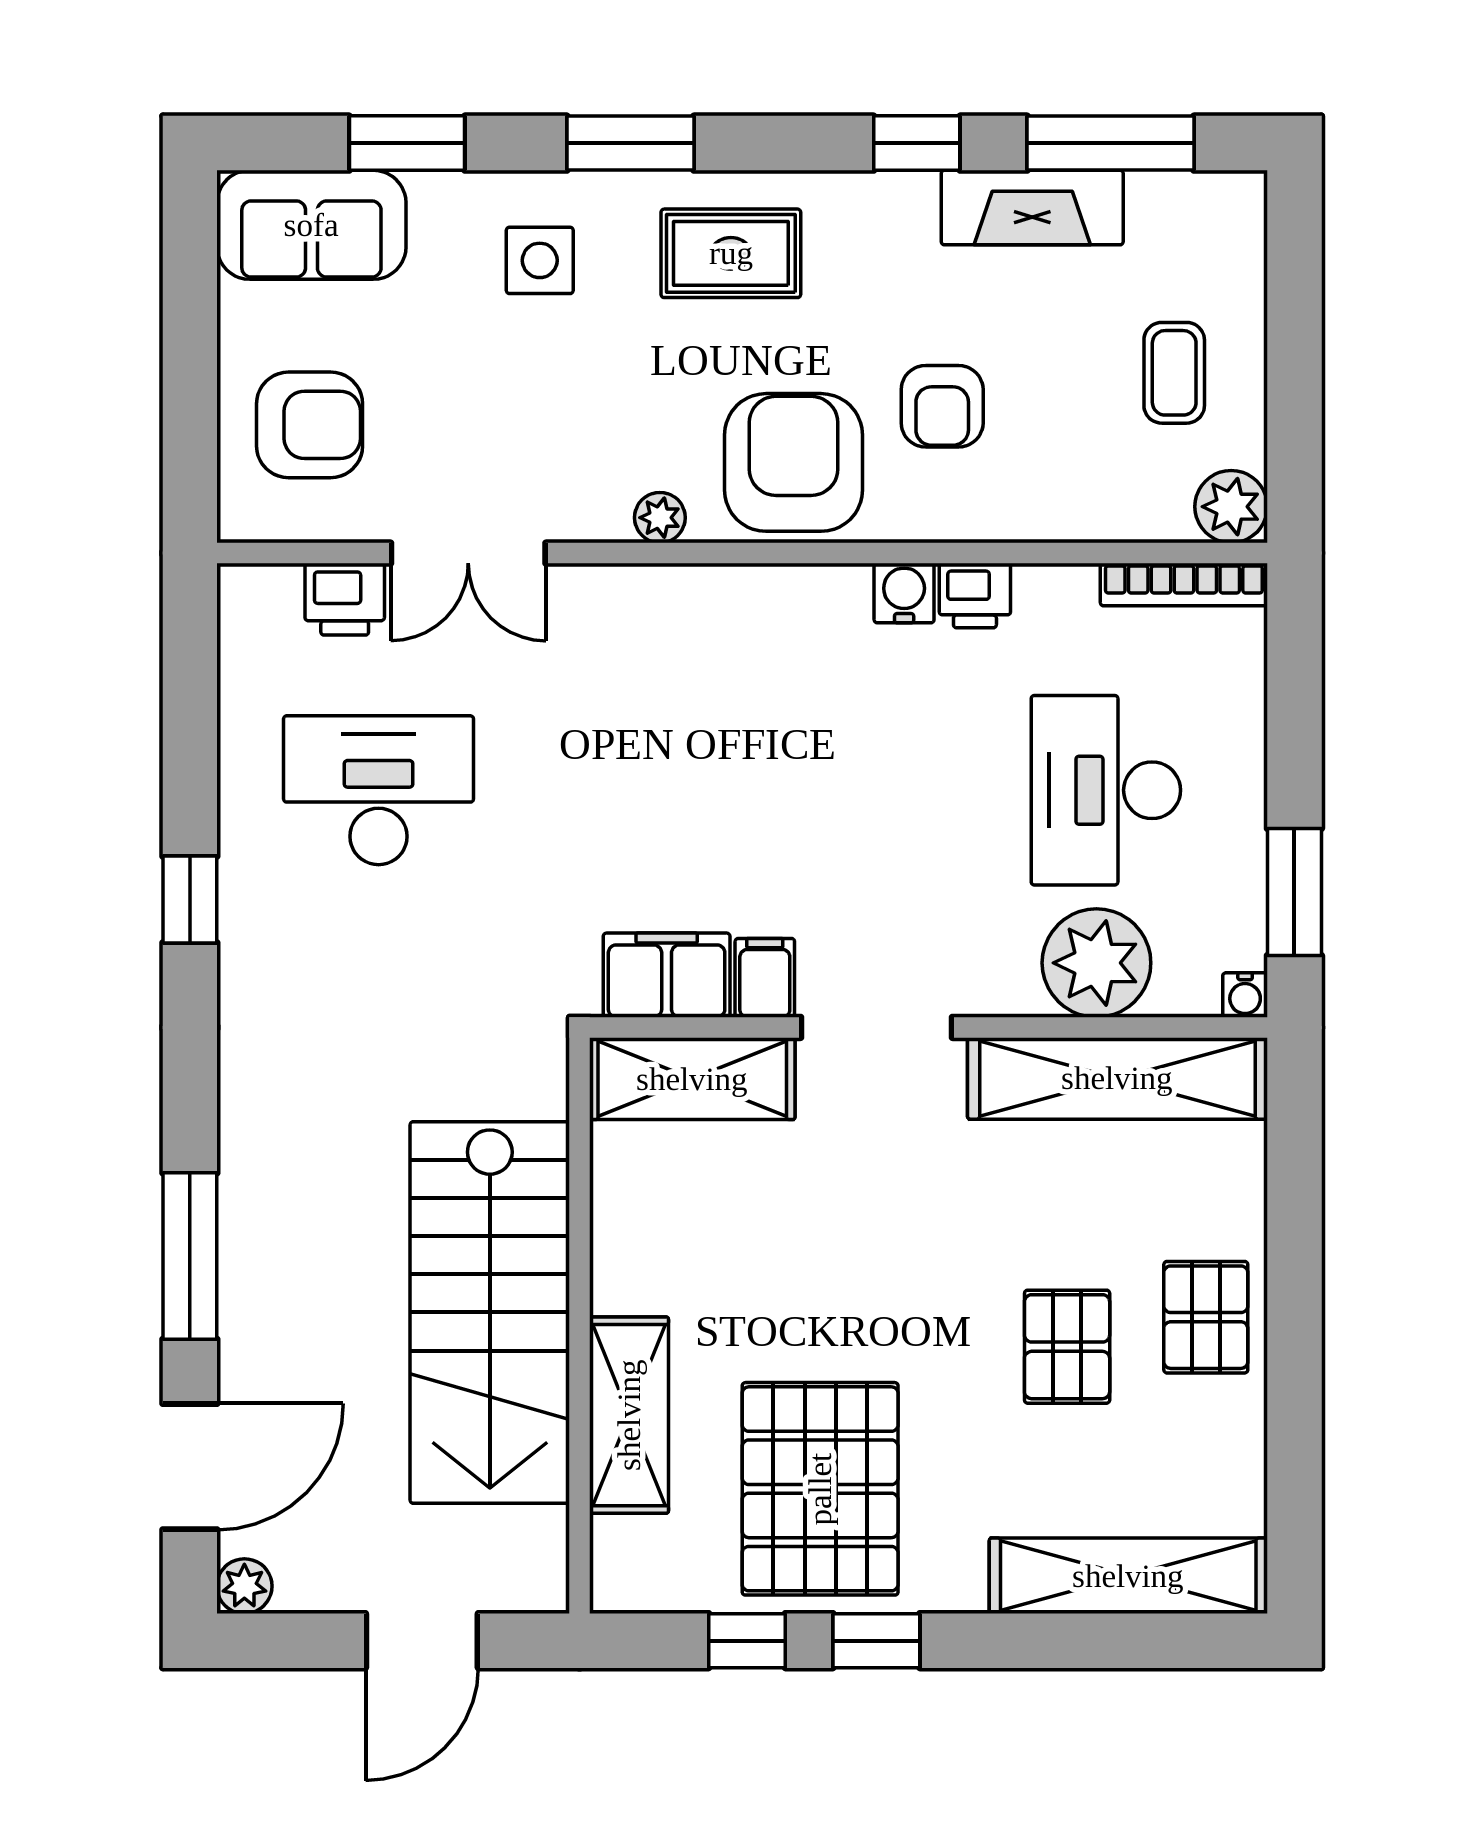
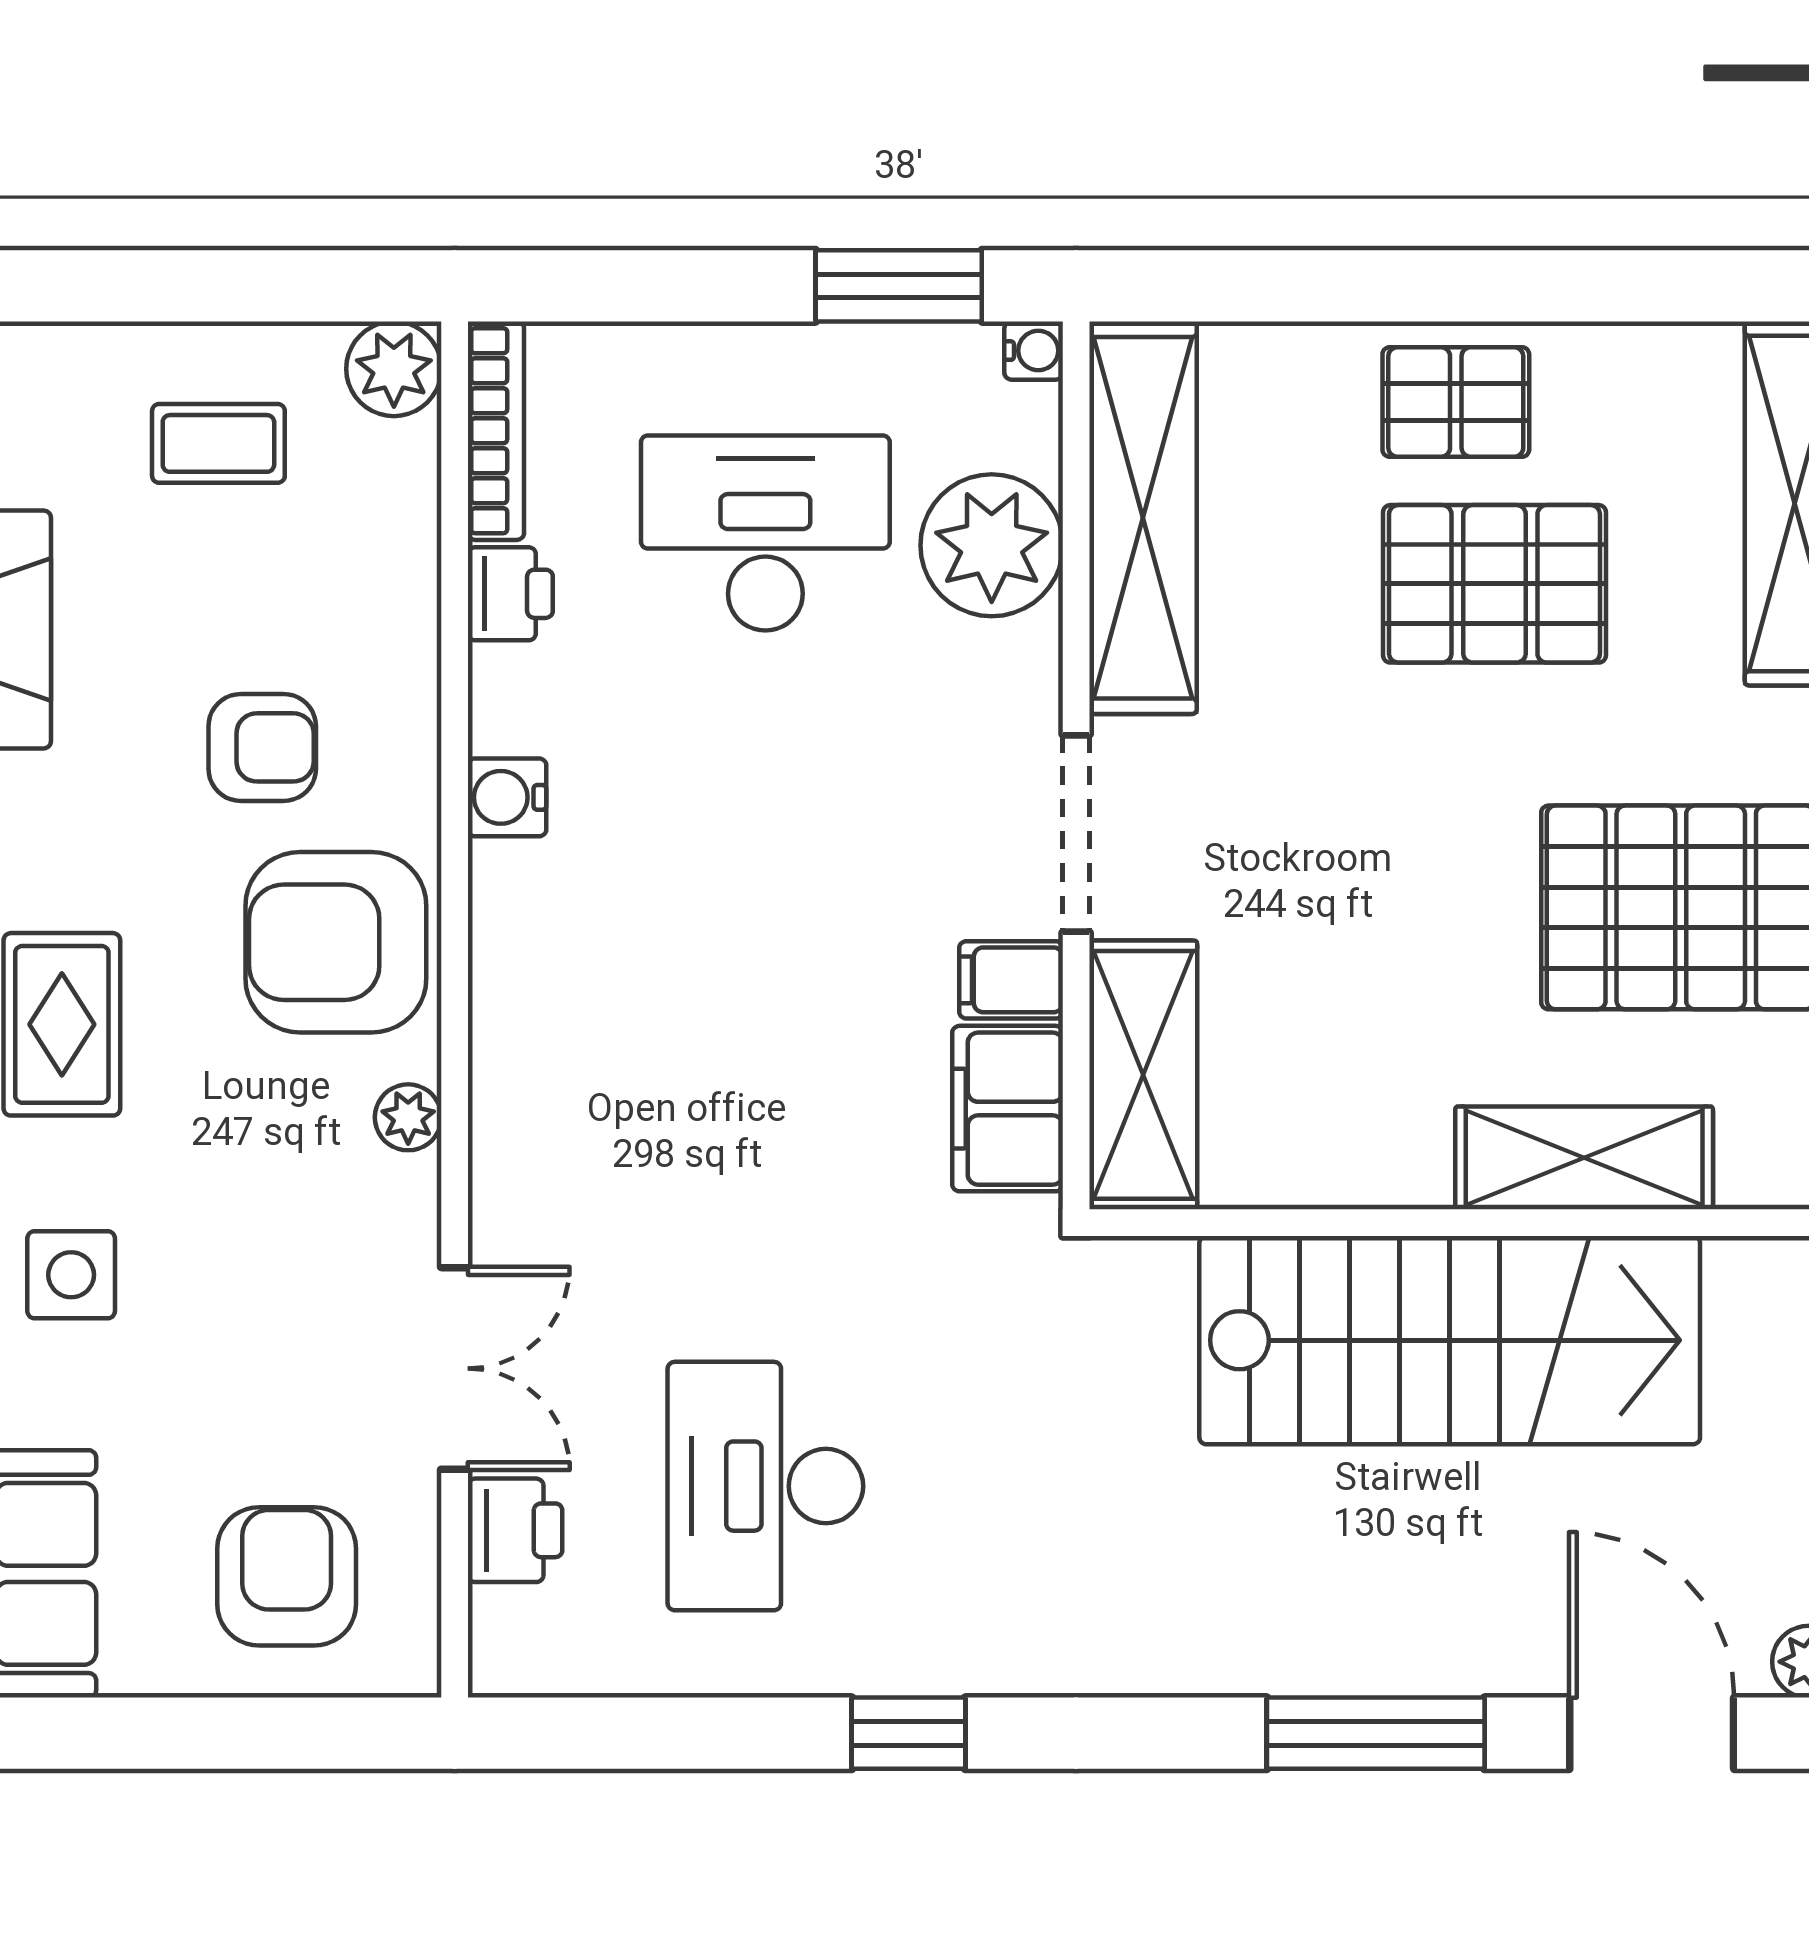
printer: (975, 596) -> (510, 594), moved
desk: (1106, 790) -> (765, 533), turned 180
pallet: (1067, 1347) -> (1494, 584), width x1.50, depth x1.42

